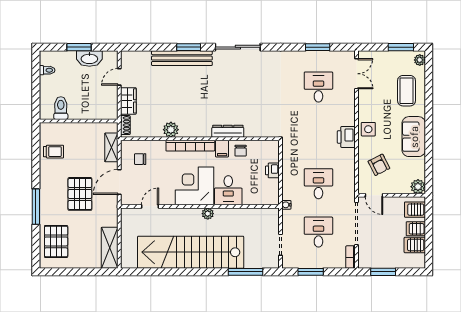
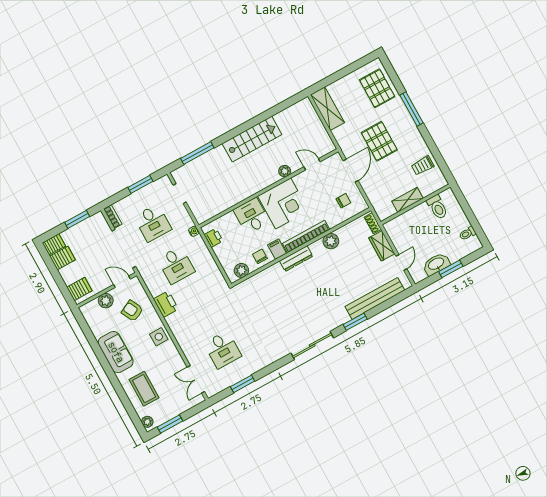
bench: (182, 58) -> (375, 298), moved
dresser: (228, 131) -> (296, 259), moved
printer: (346, 137) -> (166, 304), moved
shelving: (111, 147) -> (407, 200), moved, turned 90
plant: (264, 147) -> (241, 270), added
printer: (272, 170) -> (213, 238), moved
plant: (418, 187) -> (106, 301), moved
door: (150, 206) -> (312, 164), swing flipped
plant: (208, 214) -> (285, 171), moved
server rack: (416, 229) -> (54, 244), moved
stairs: (191, 252) -> (252, 139), width x0.54, depth x0.66

